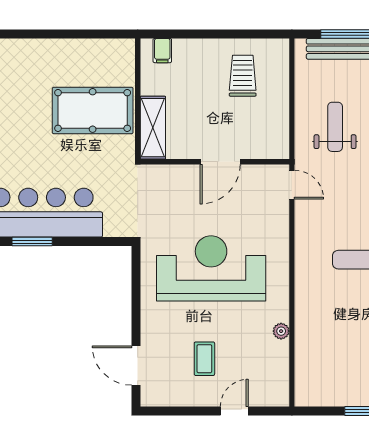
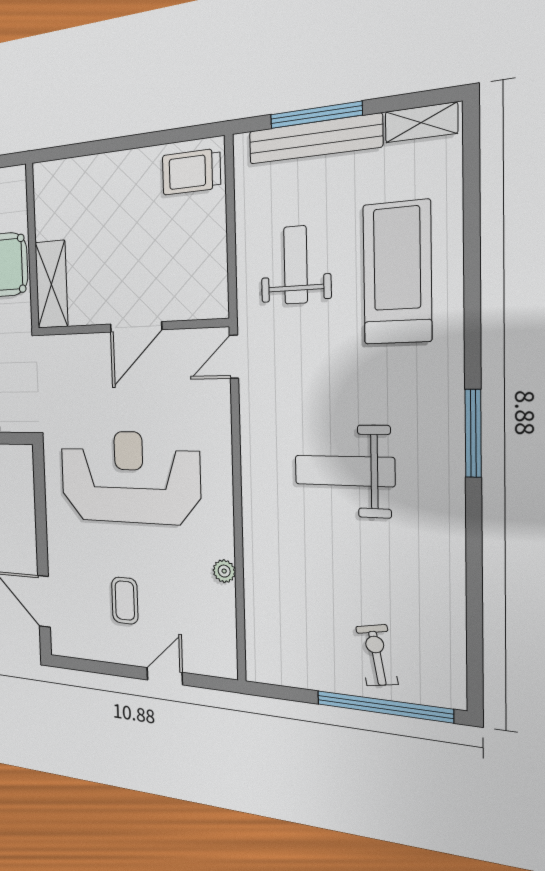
filing cabinet: (162, 51) -> (59, 176), removed
trolley: (243, 76) -> (191, 172), moved, turned -90
door: (292, 185) -> (234, 357), swing flipped

